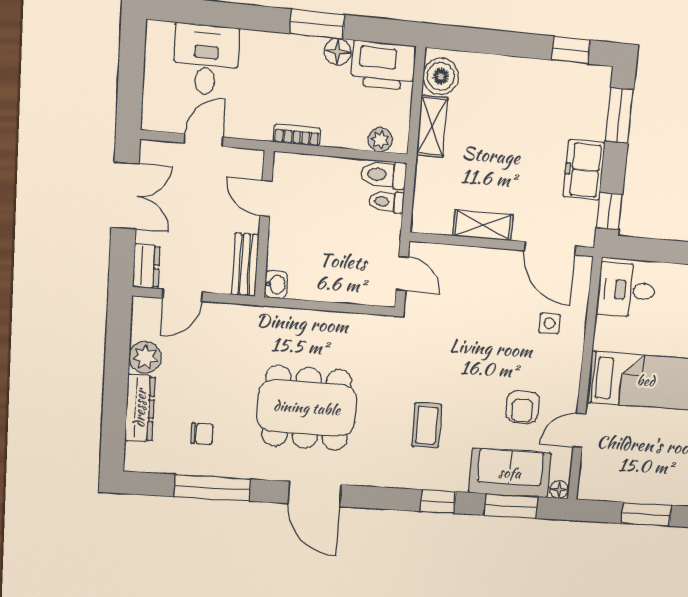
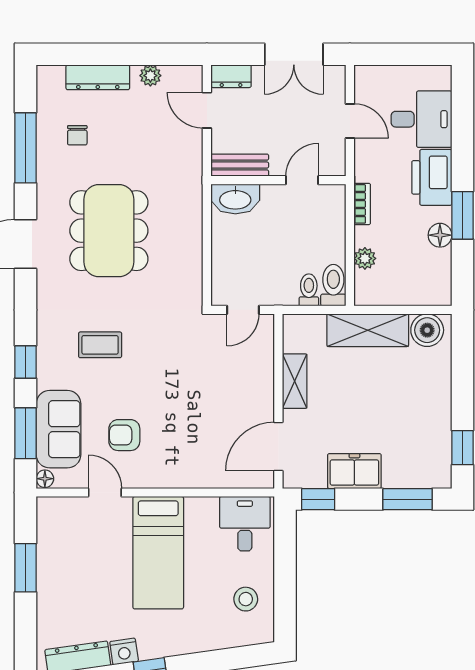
printer: (383, 65) -> (432, 177), moved
shelving: (432, 126) -> (368, 330), width x1.50, depth x1.33
plant: (380, 140) -> (365, 258), moved
washbasin: (276, 285) -> (235, 199), width x1.91, depth x1.45
side table: (550, 323) -> (207, 453), removed
plant: (145, 357) -> (150, 76), width x0.73, depth x0.73

